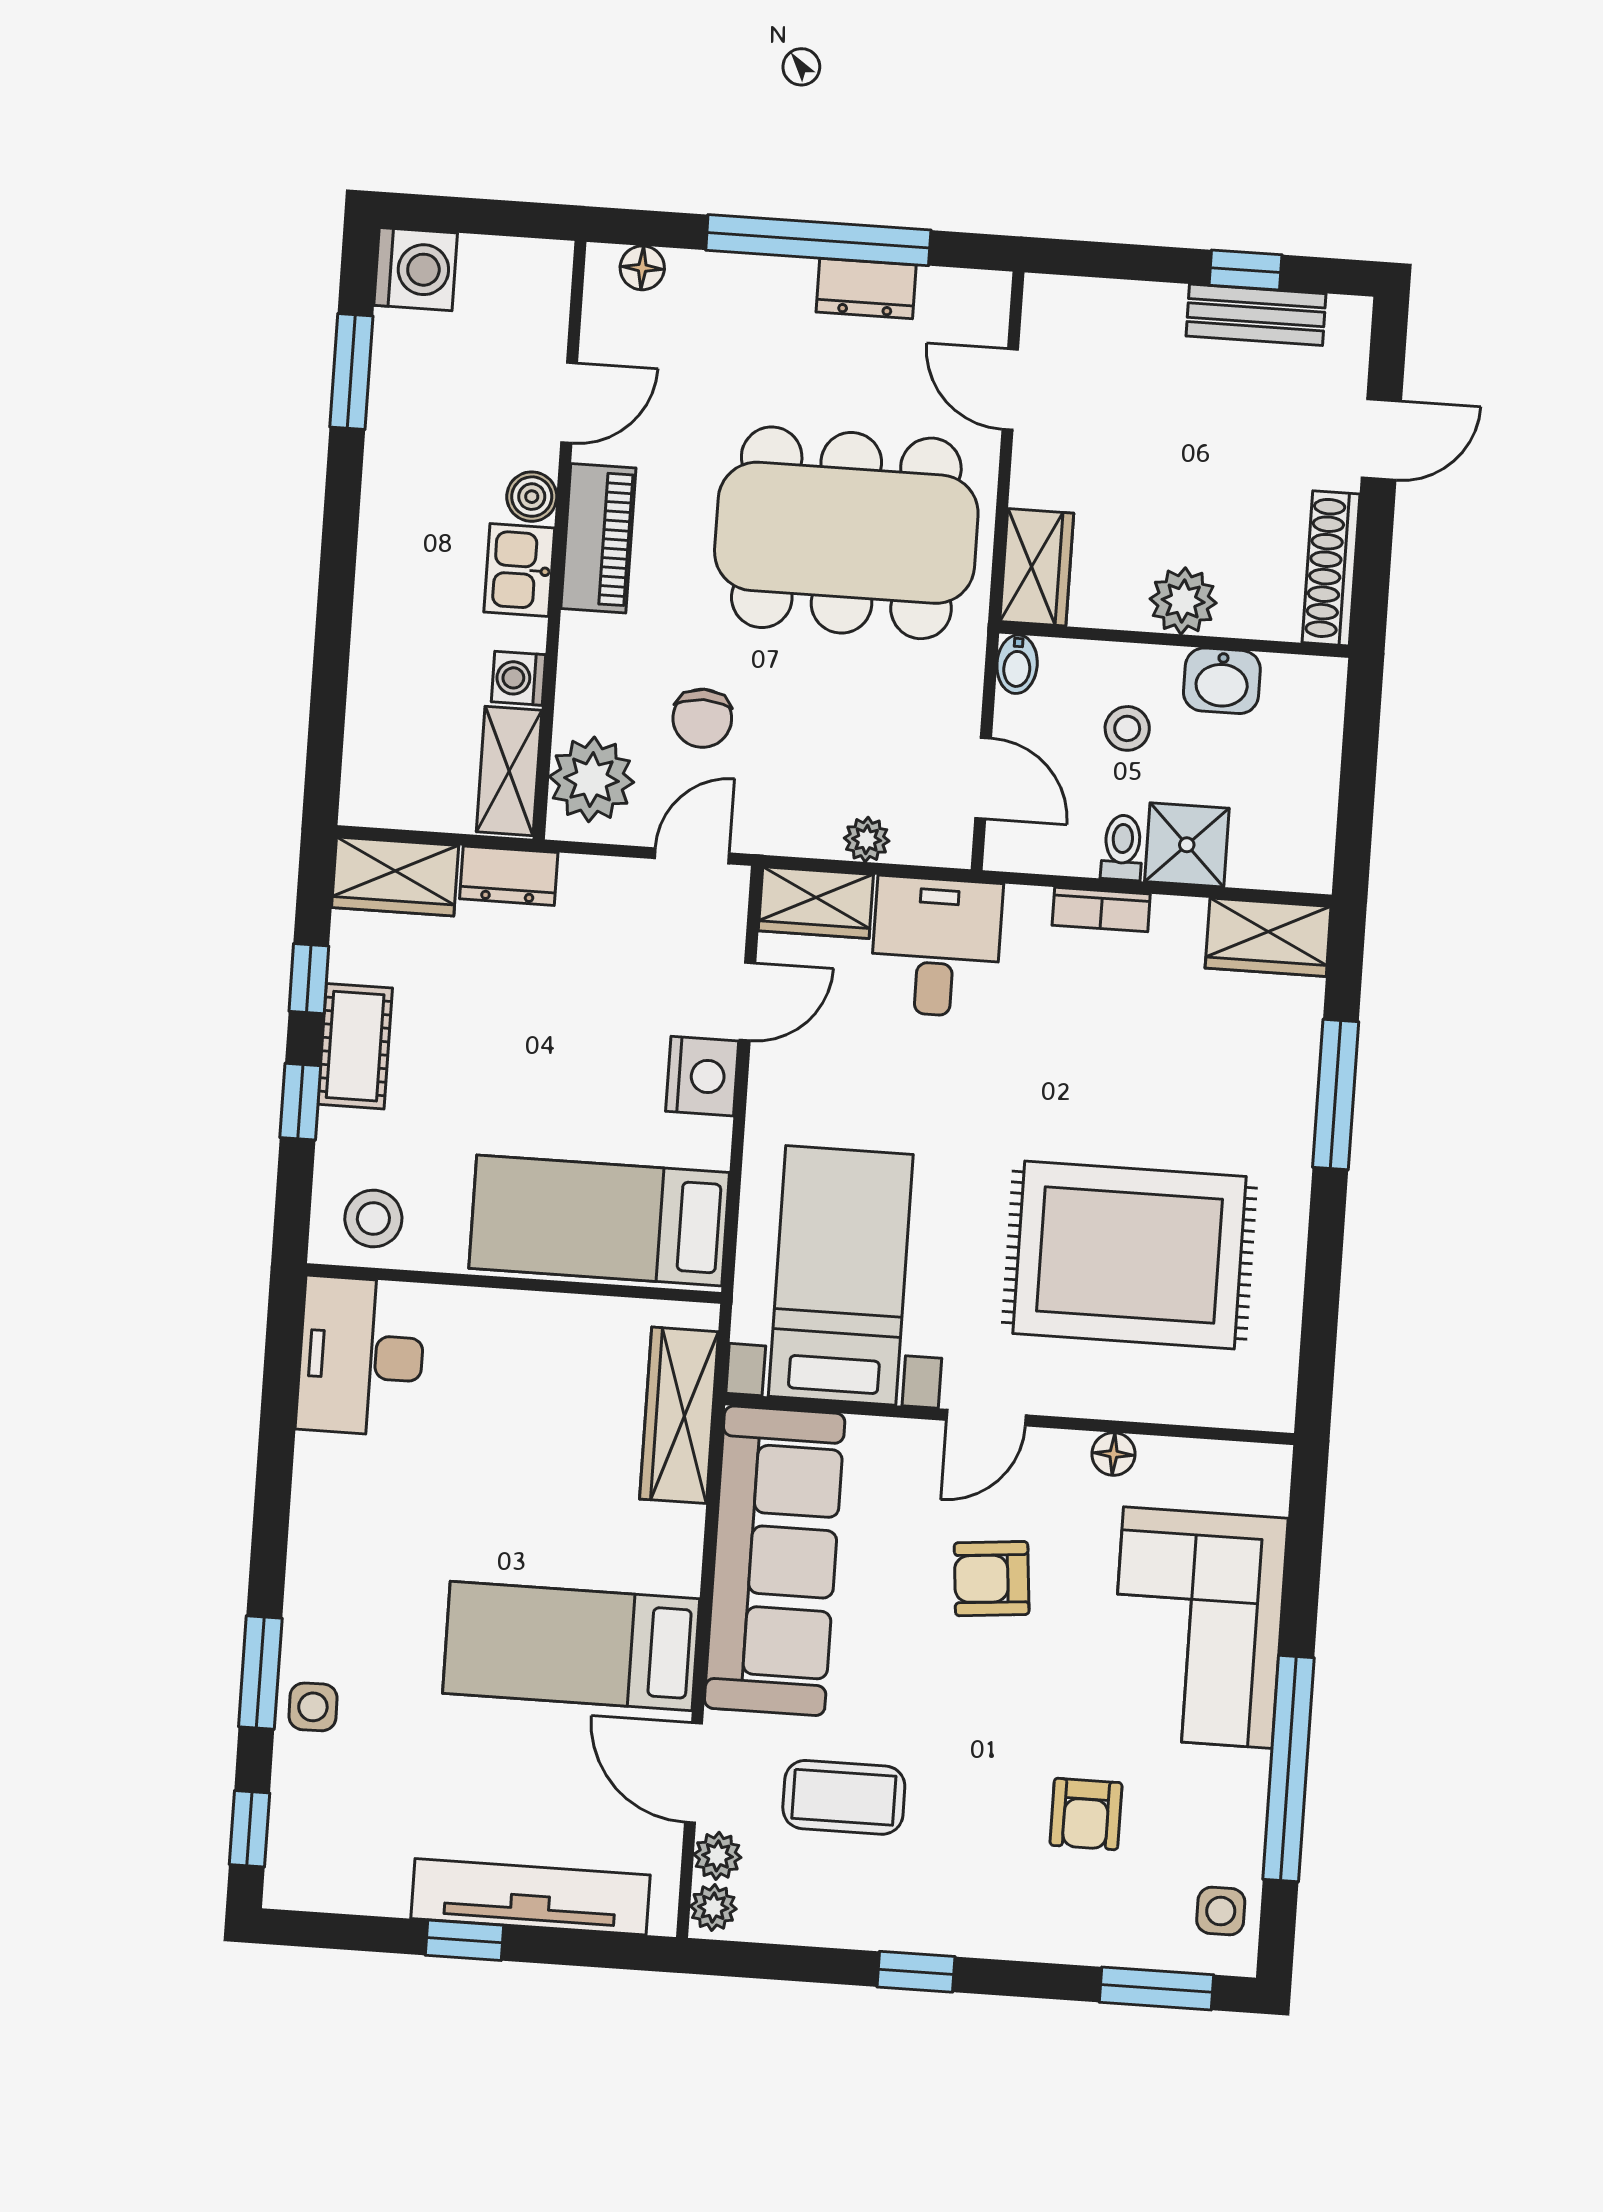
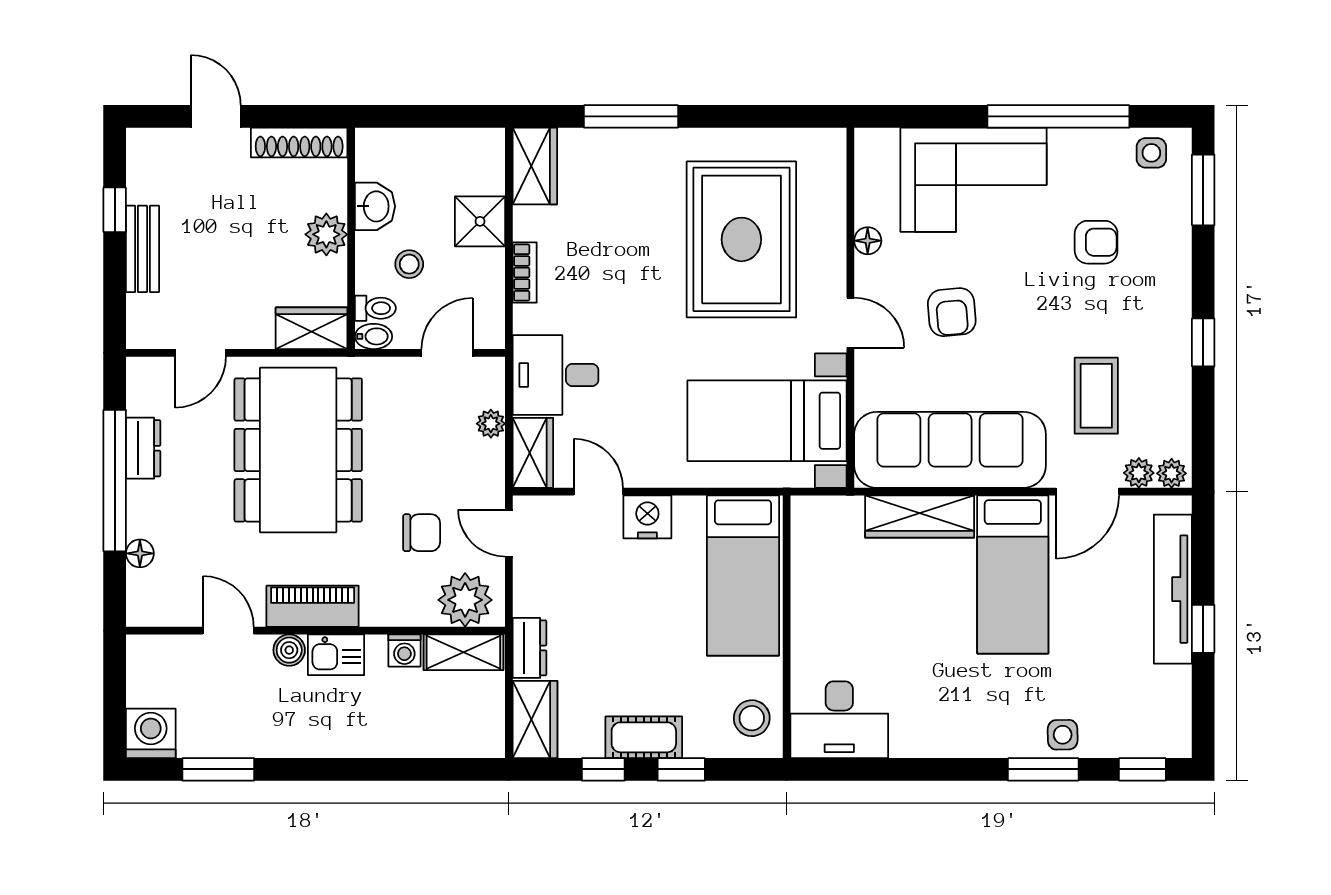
floor lamp: (642, 268) -> (140, 553), moved
bench: (1256, 315) -> (142, 249), moved
toilet: (1122, 848) -> (375, 308), moved, turned 180
wardrobe: (679, 1415) -> (920, 517), moved

